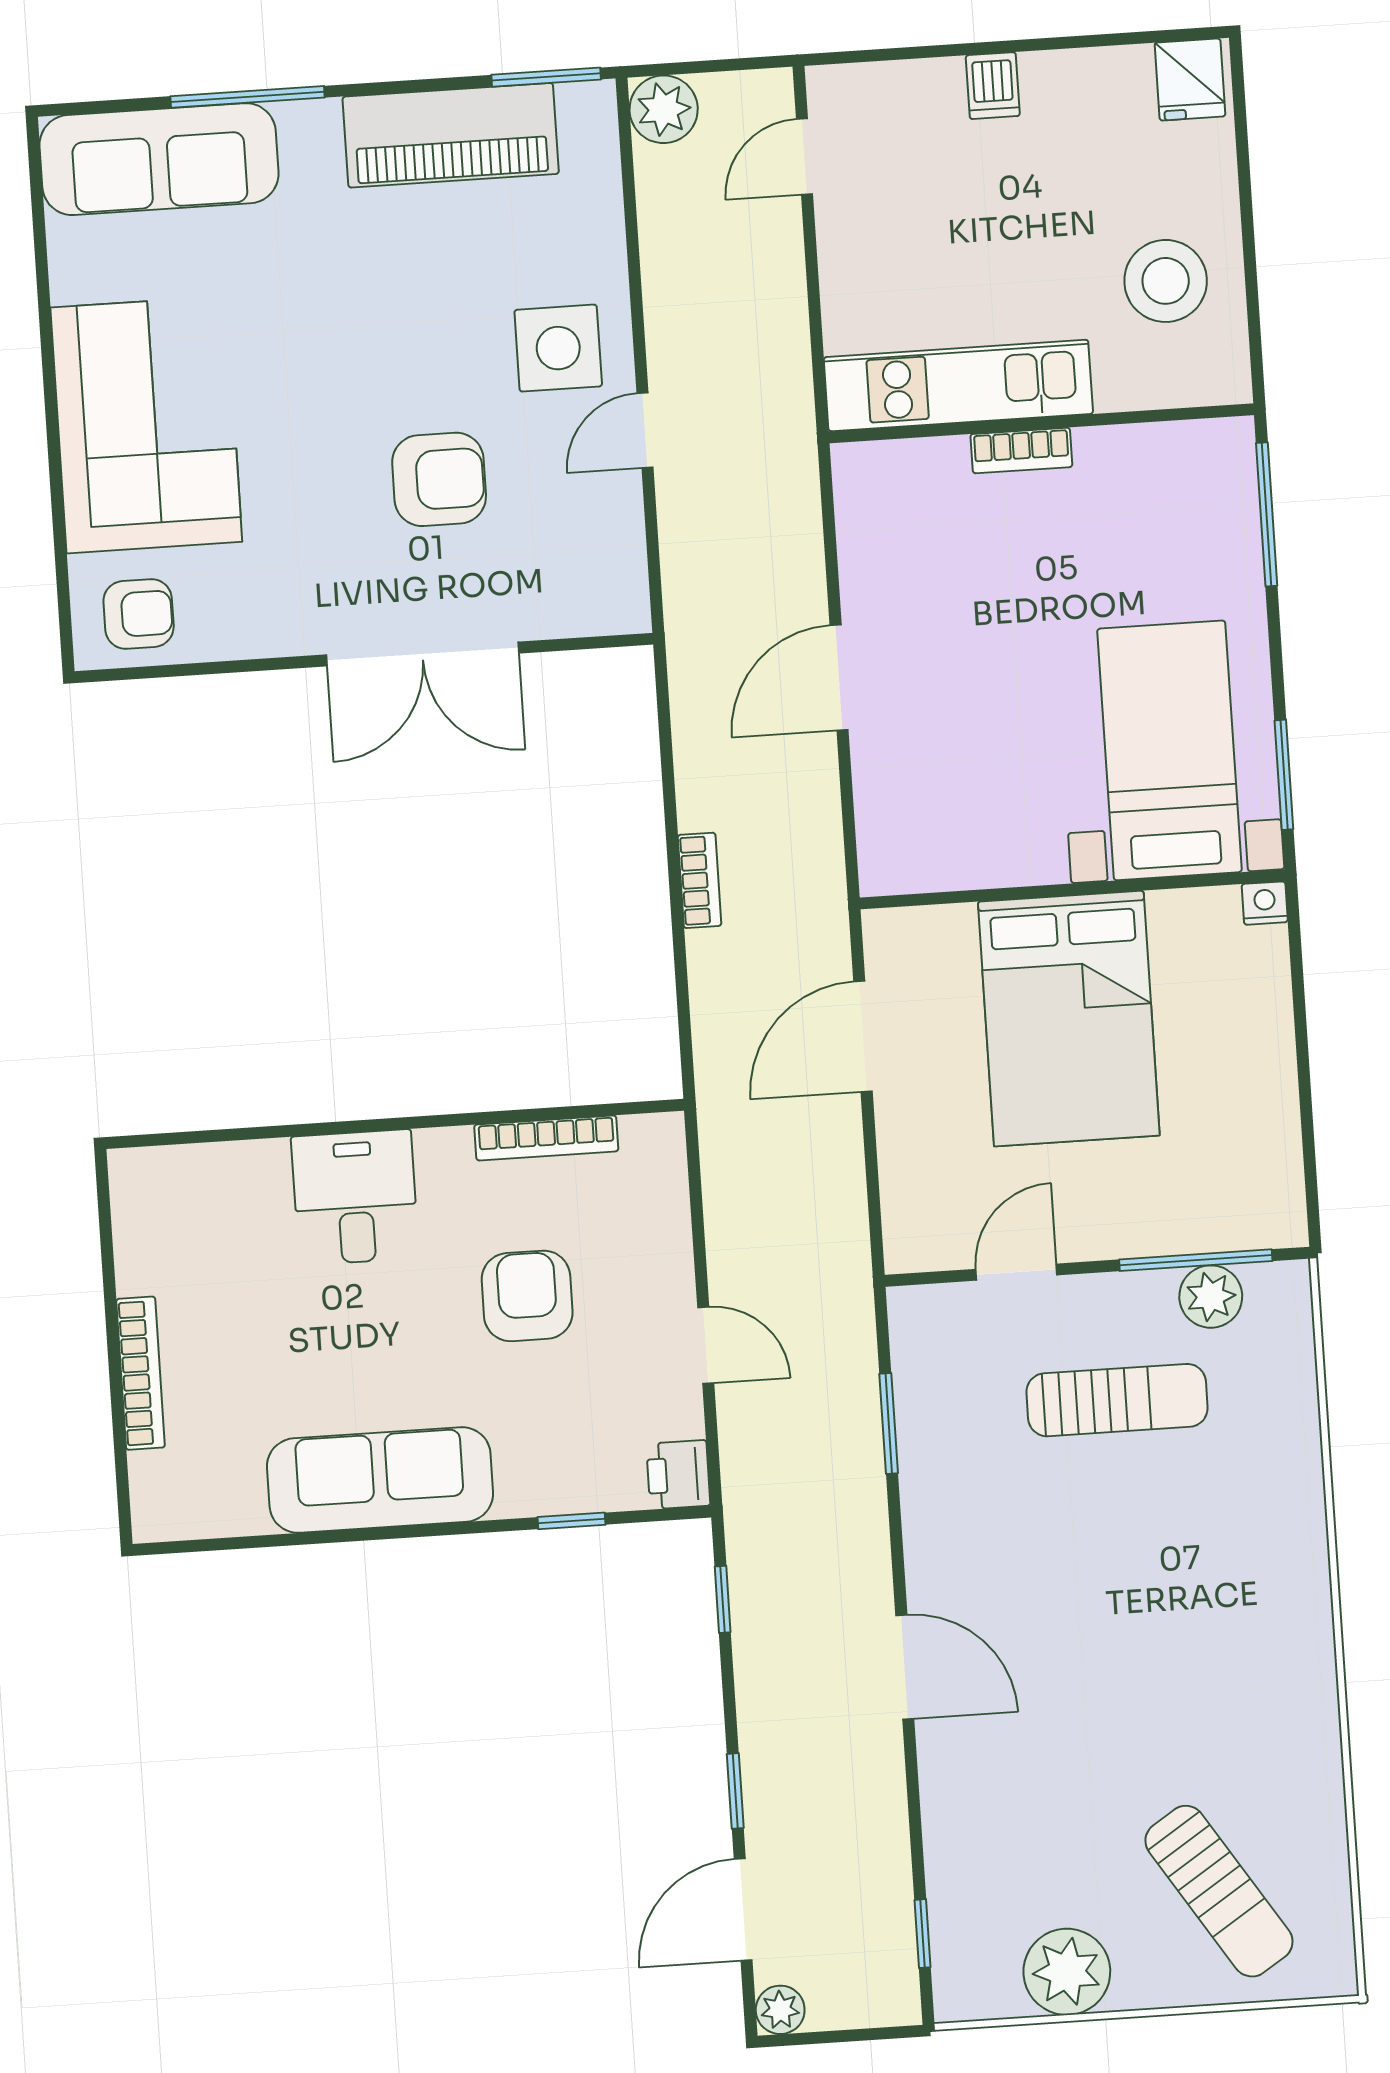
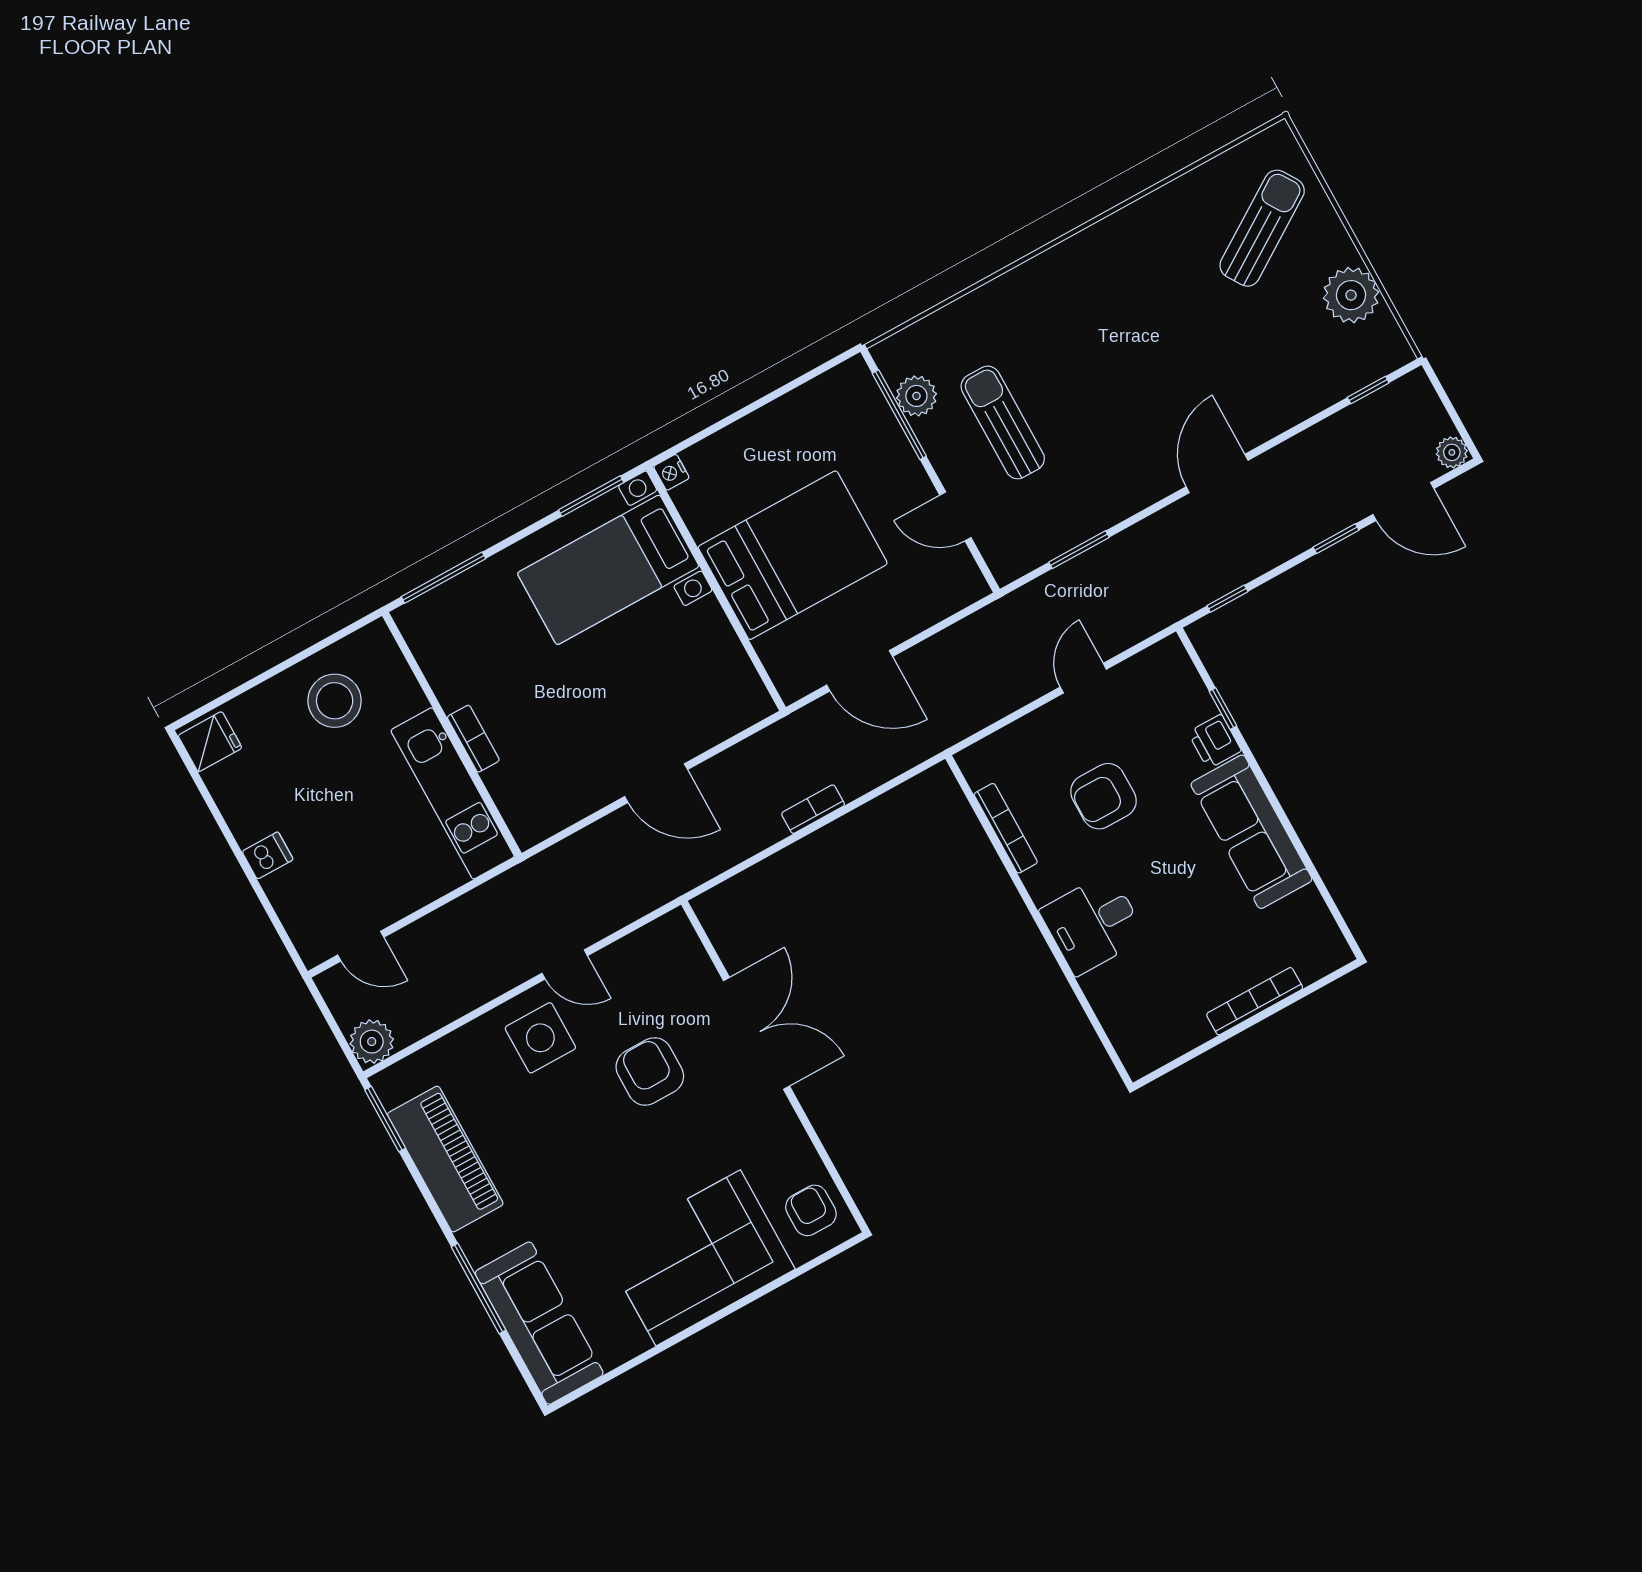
printer: (678, 1475) -> (1215, 742), moved, turned 90

